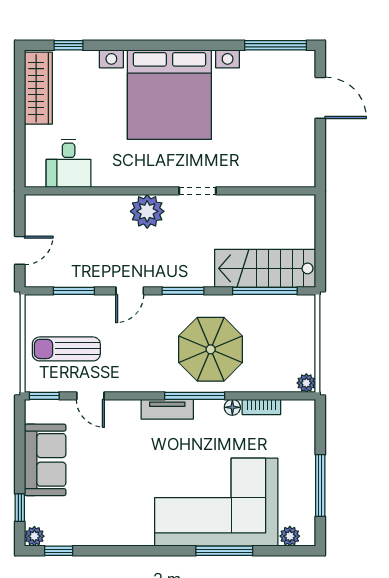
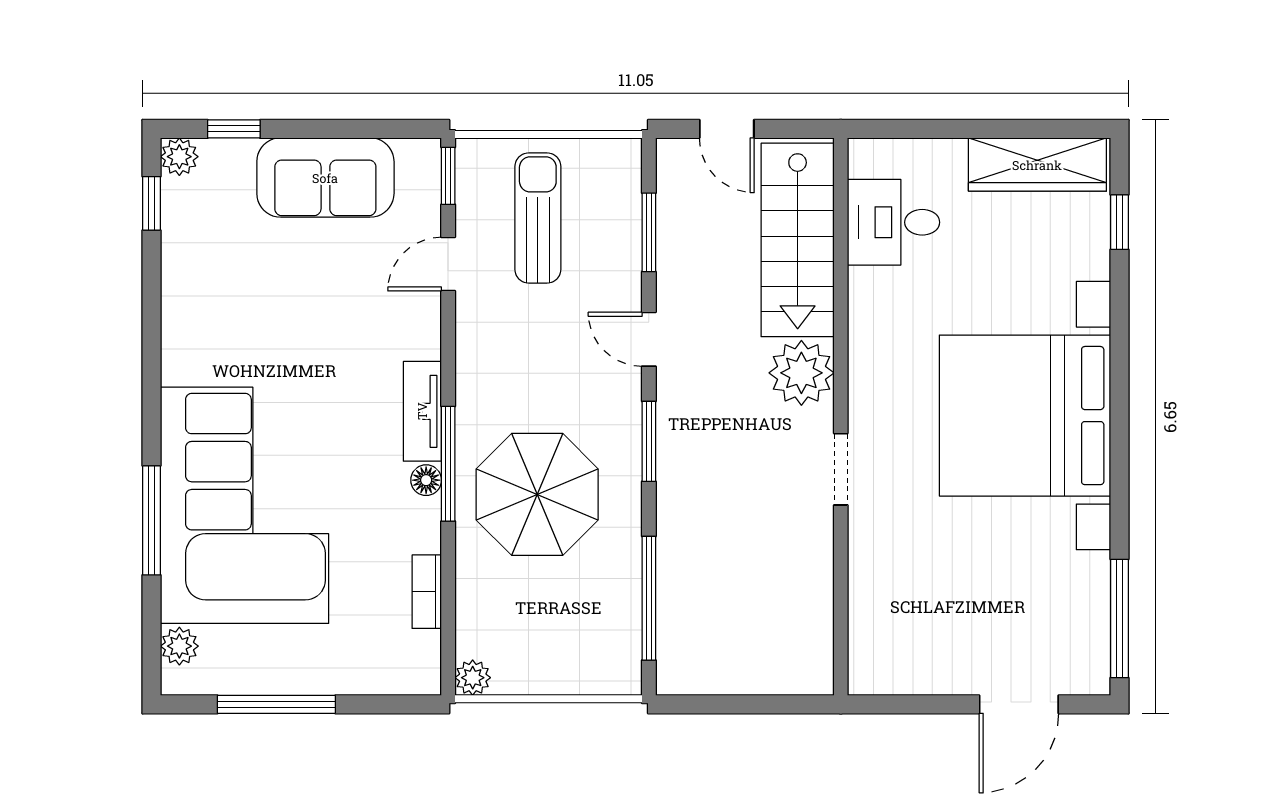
stairs: (265, 268) -> (798, 240), moved, turned 180
floor lamp: (232, 407) -> (426, 480), moved

